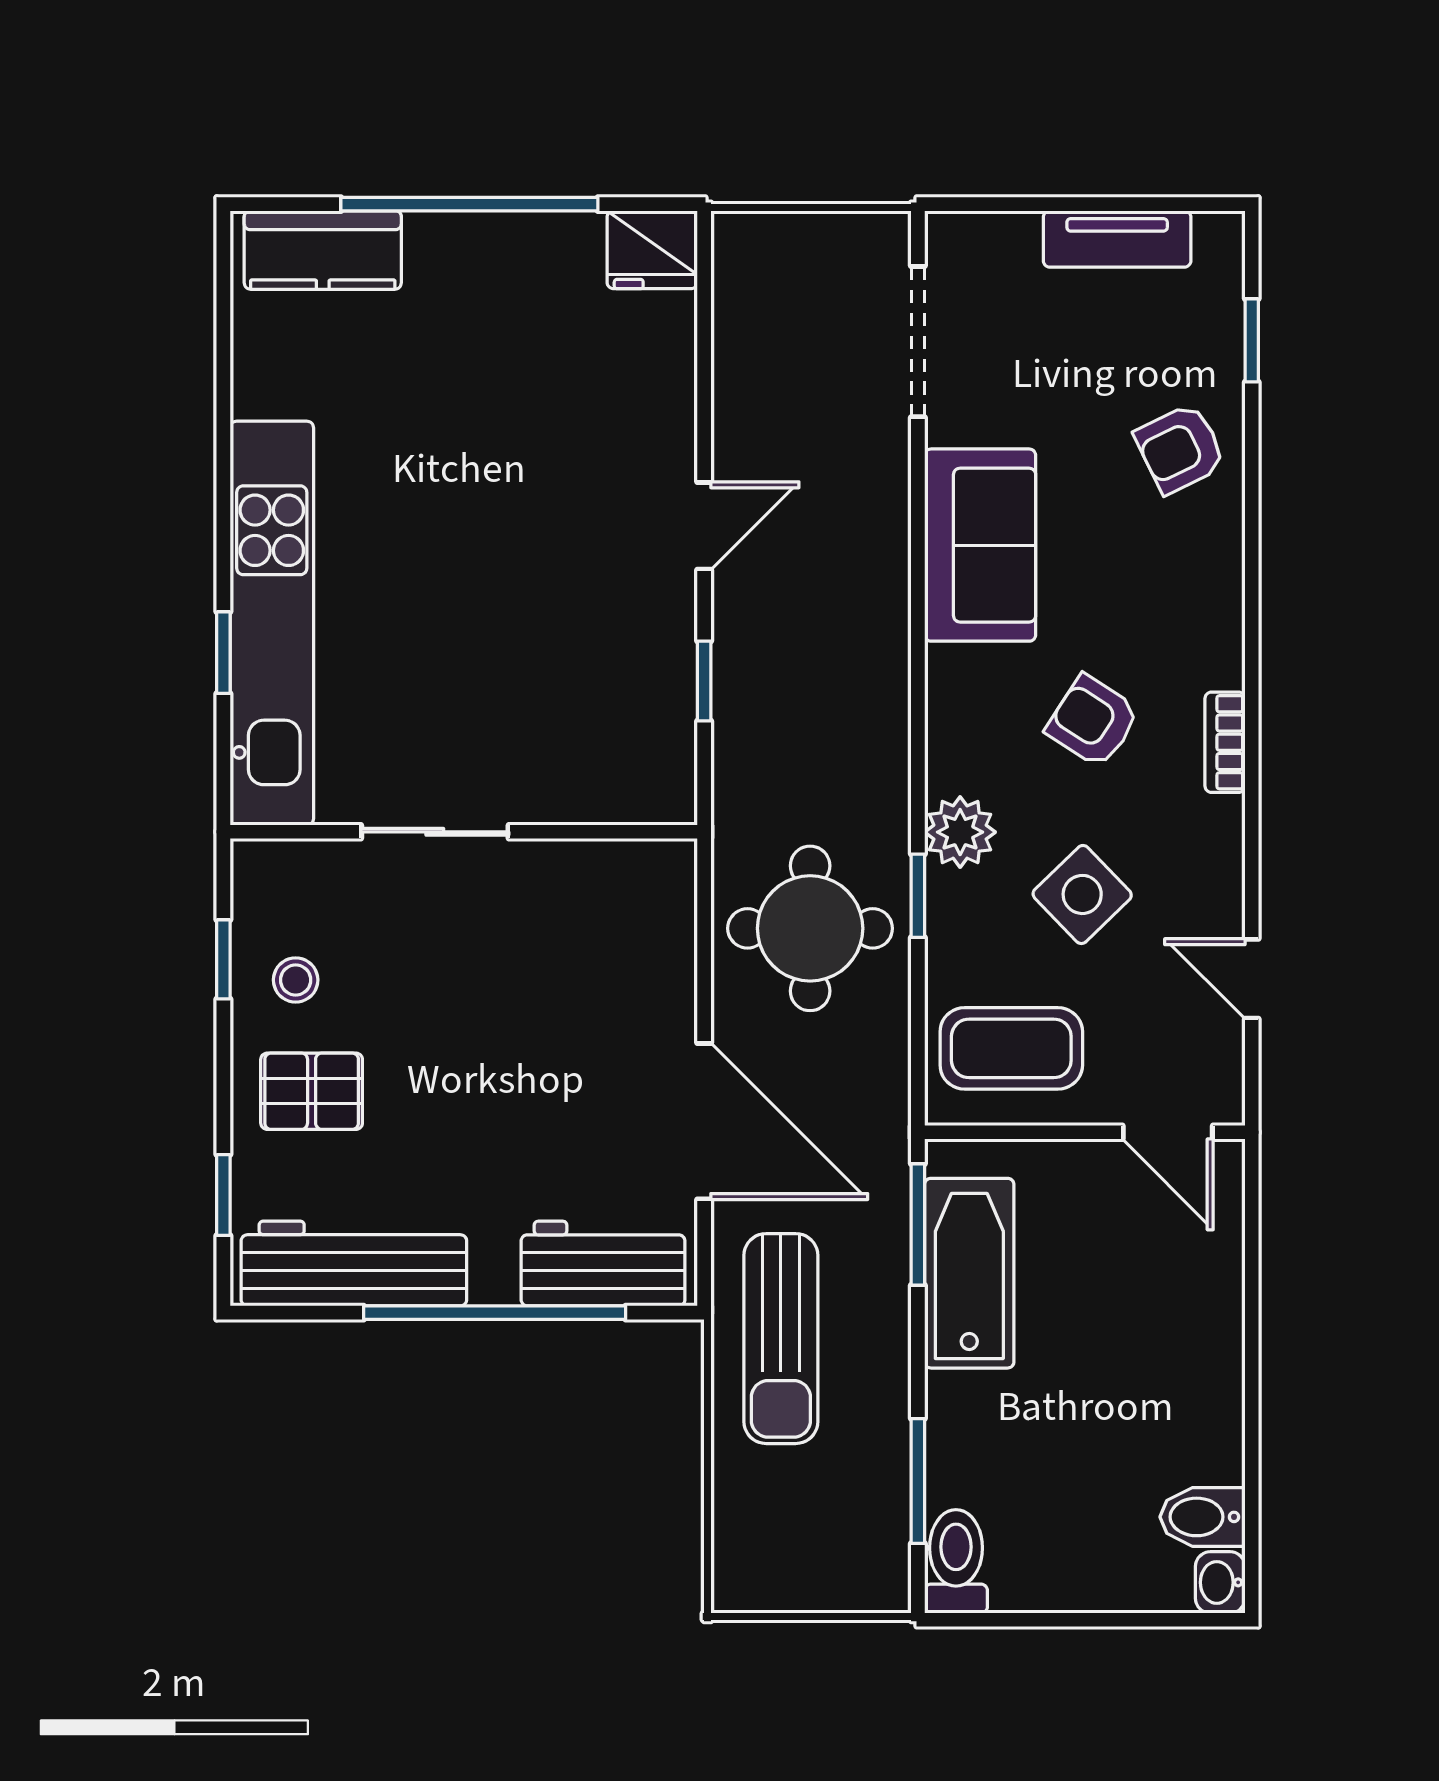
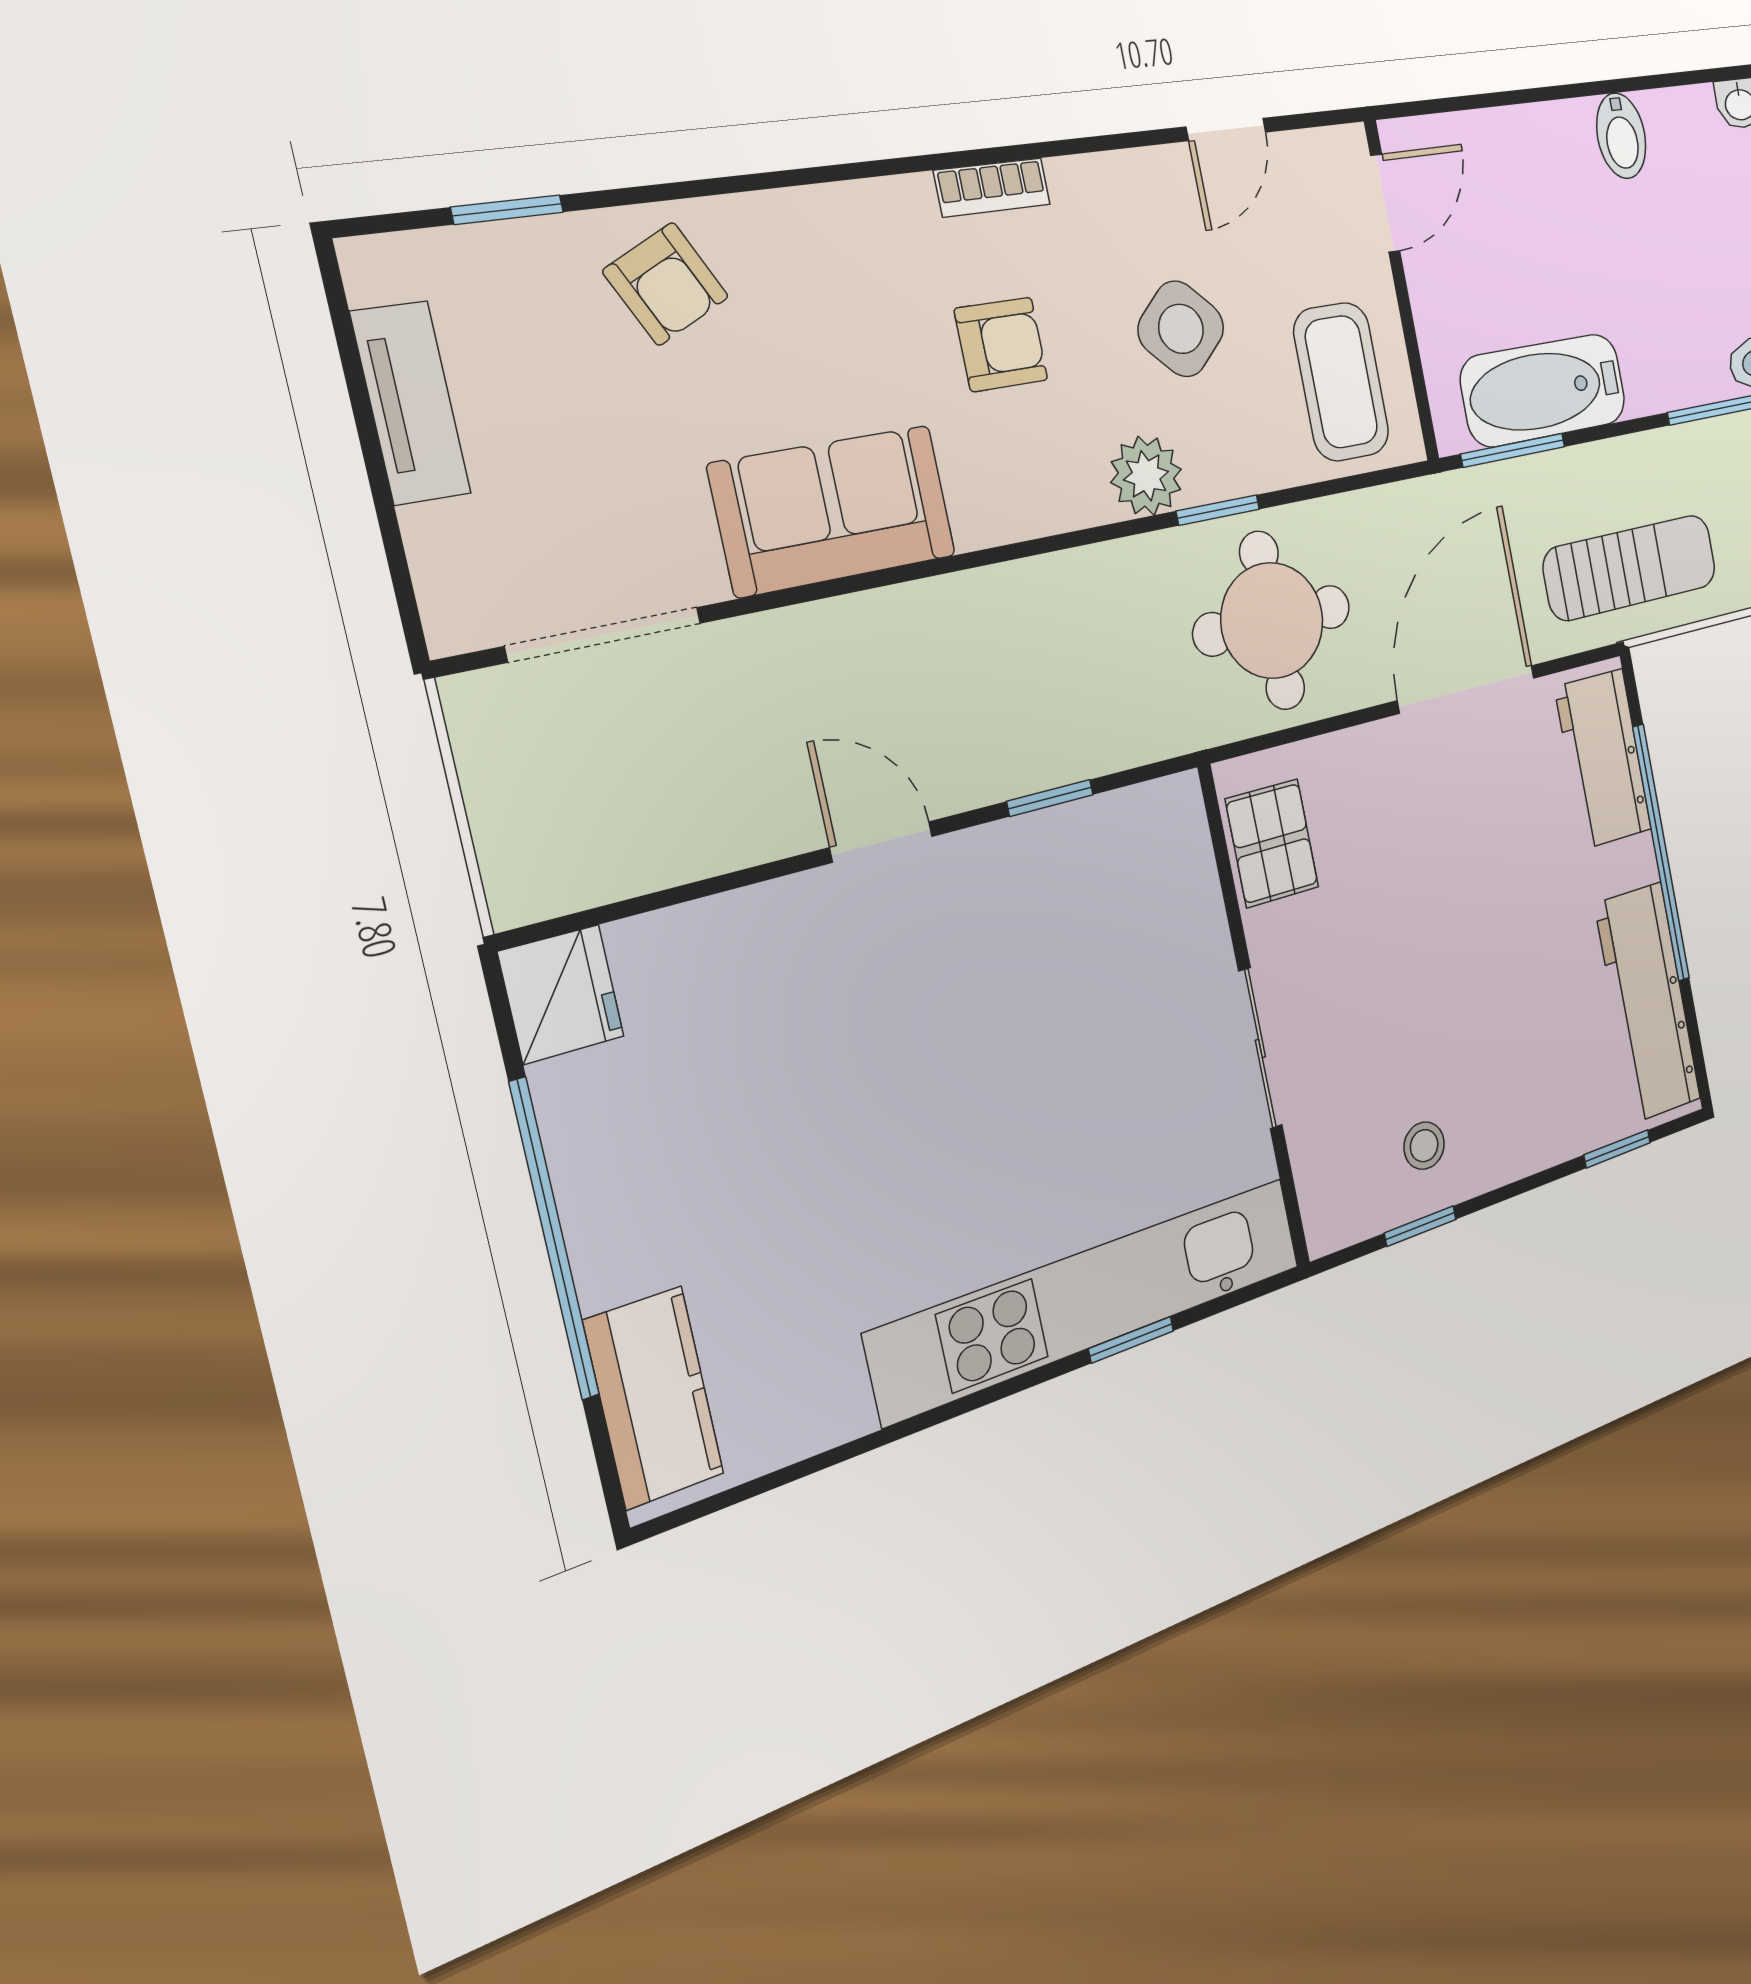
armchair: (1093, 721) -> (1001, 344), turned -123
pallet: (312, 1091) -> (1272, 843), moved
bidet: (1203, 1517) -> (1621, 136), moved

